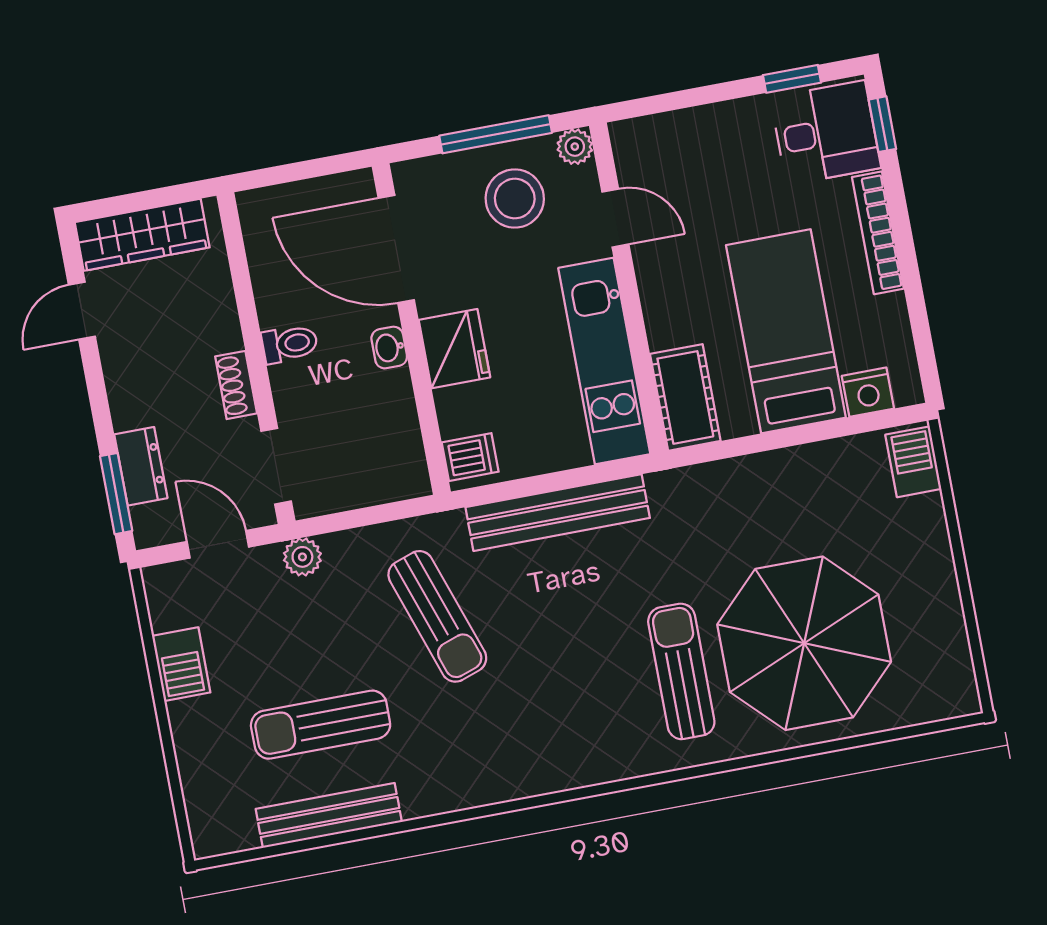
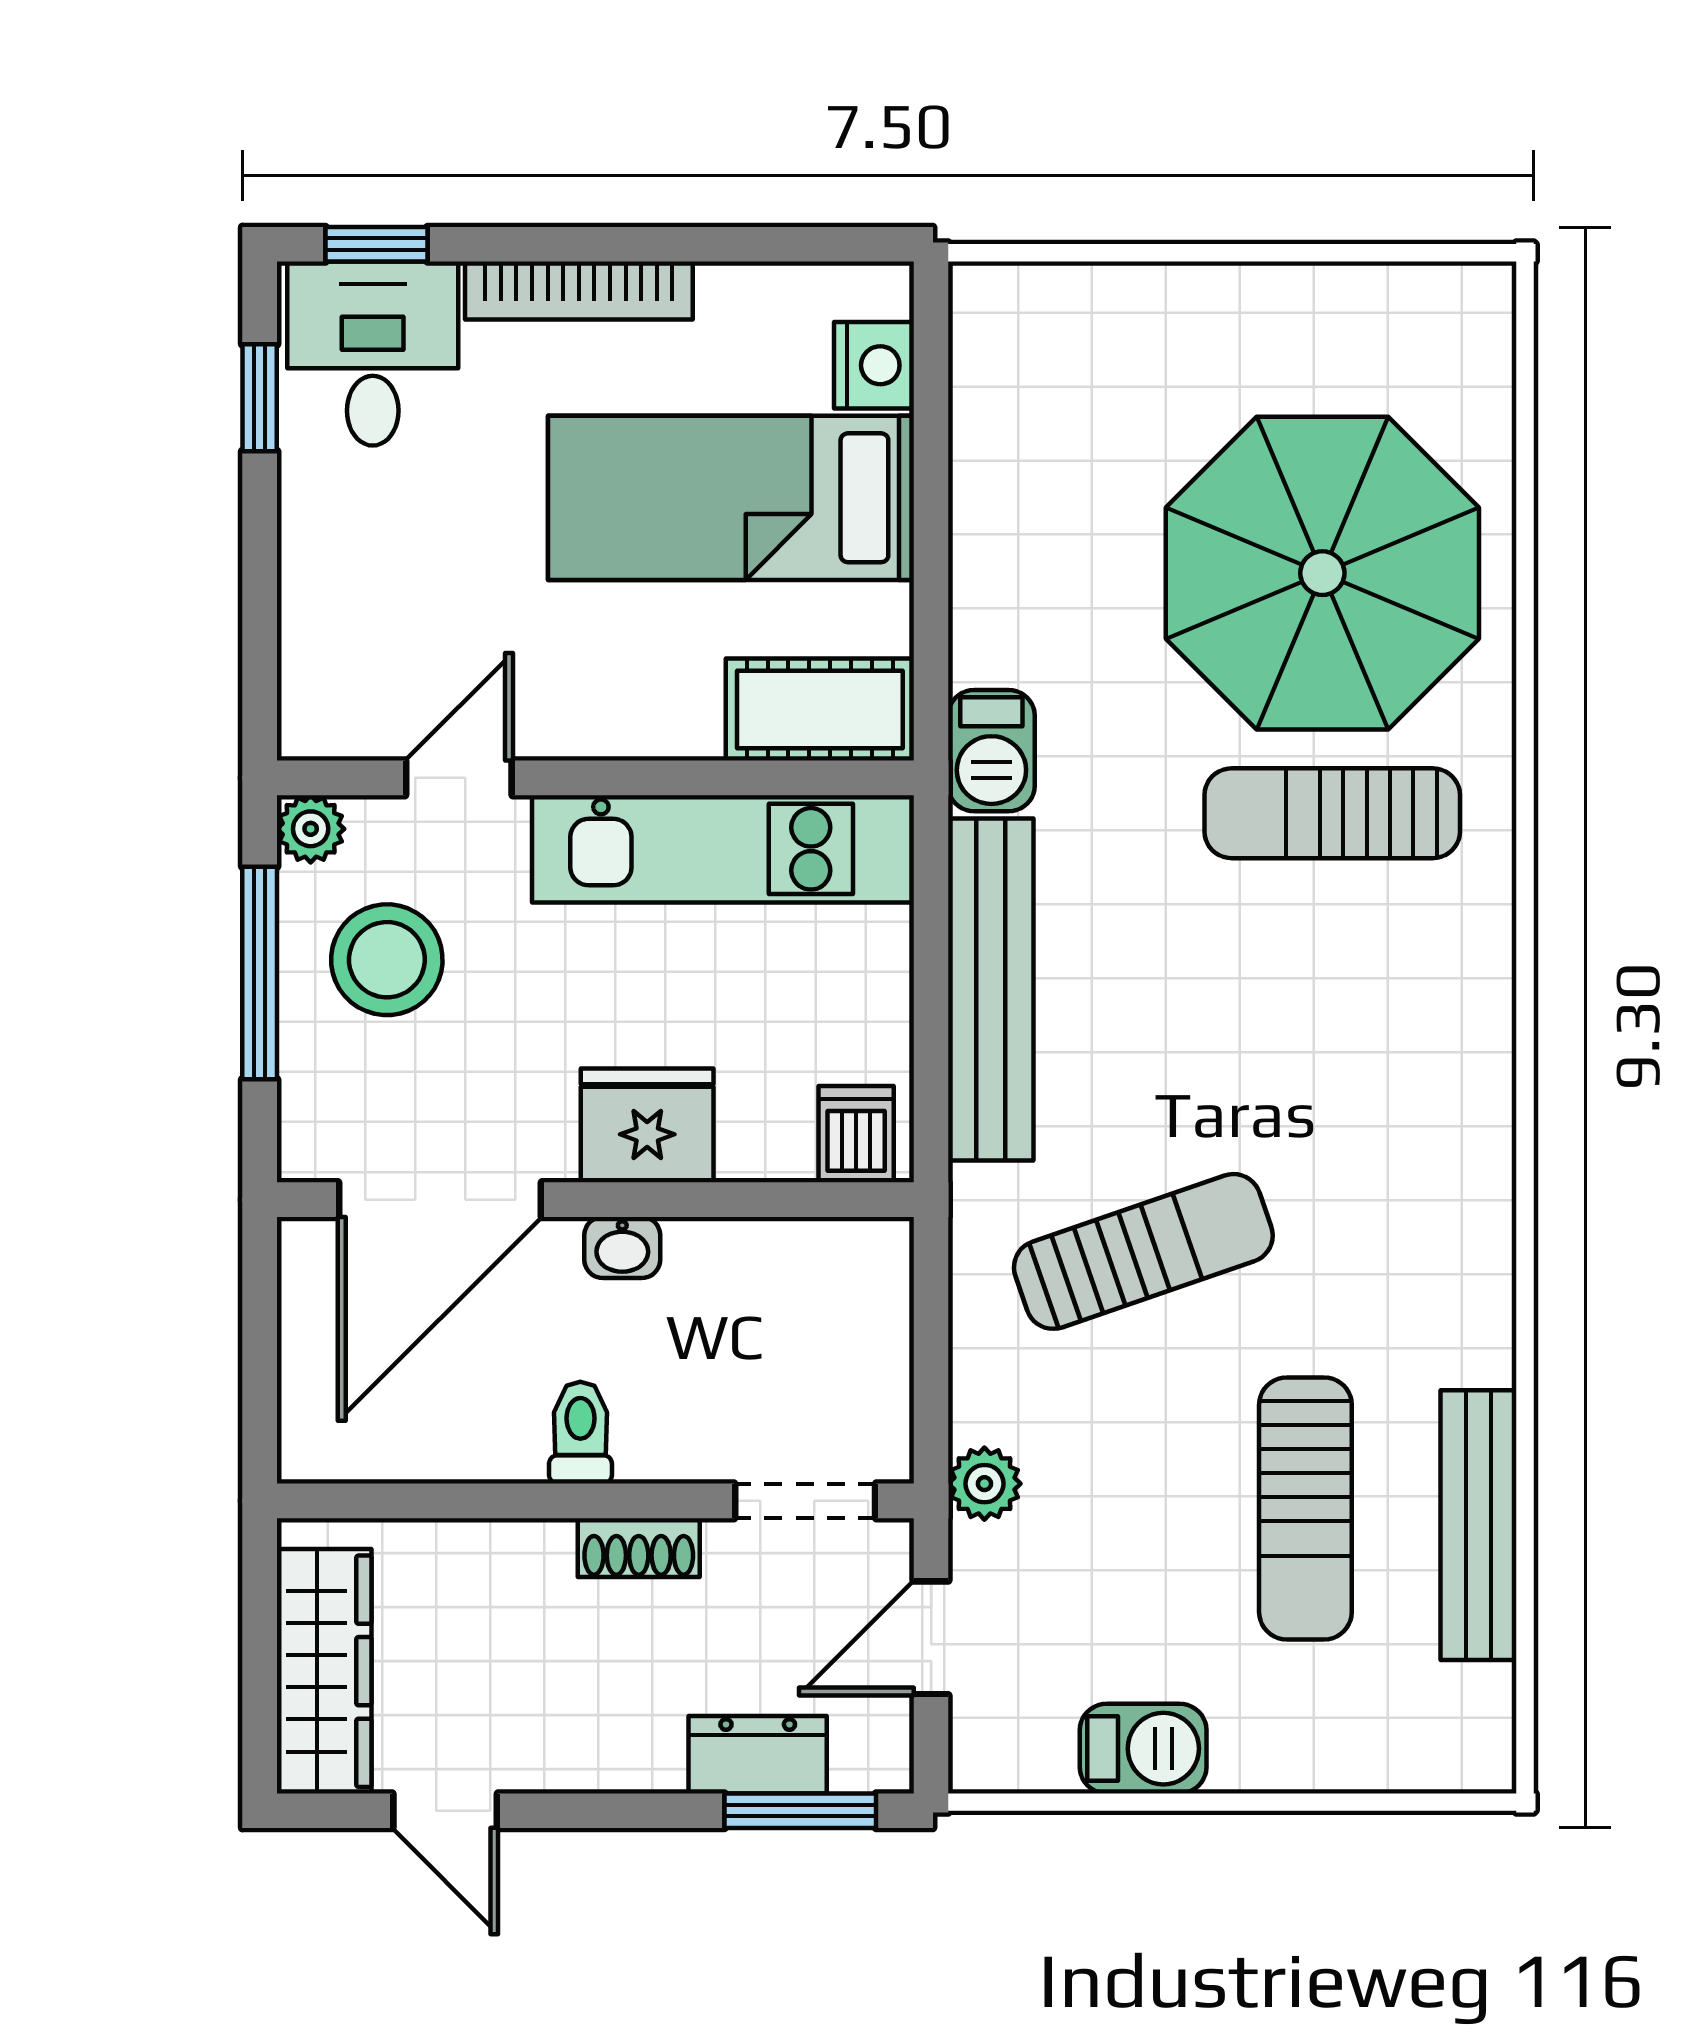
barbecue: (913, 462) -> (991, 751), moved, turned -90

